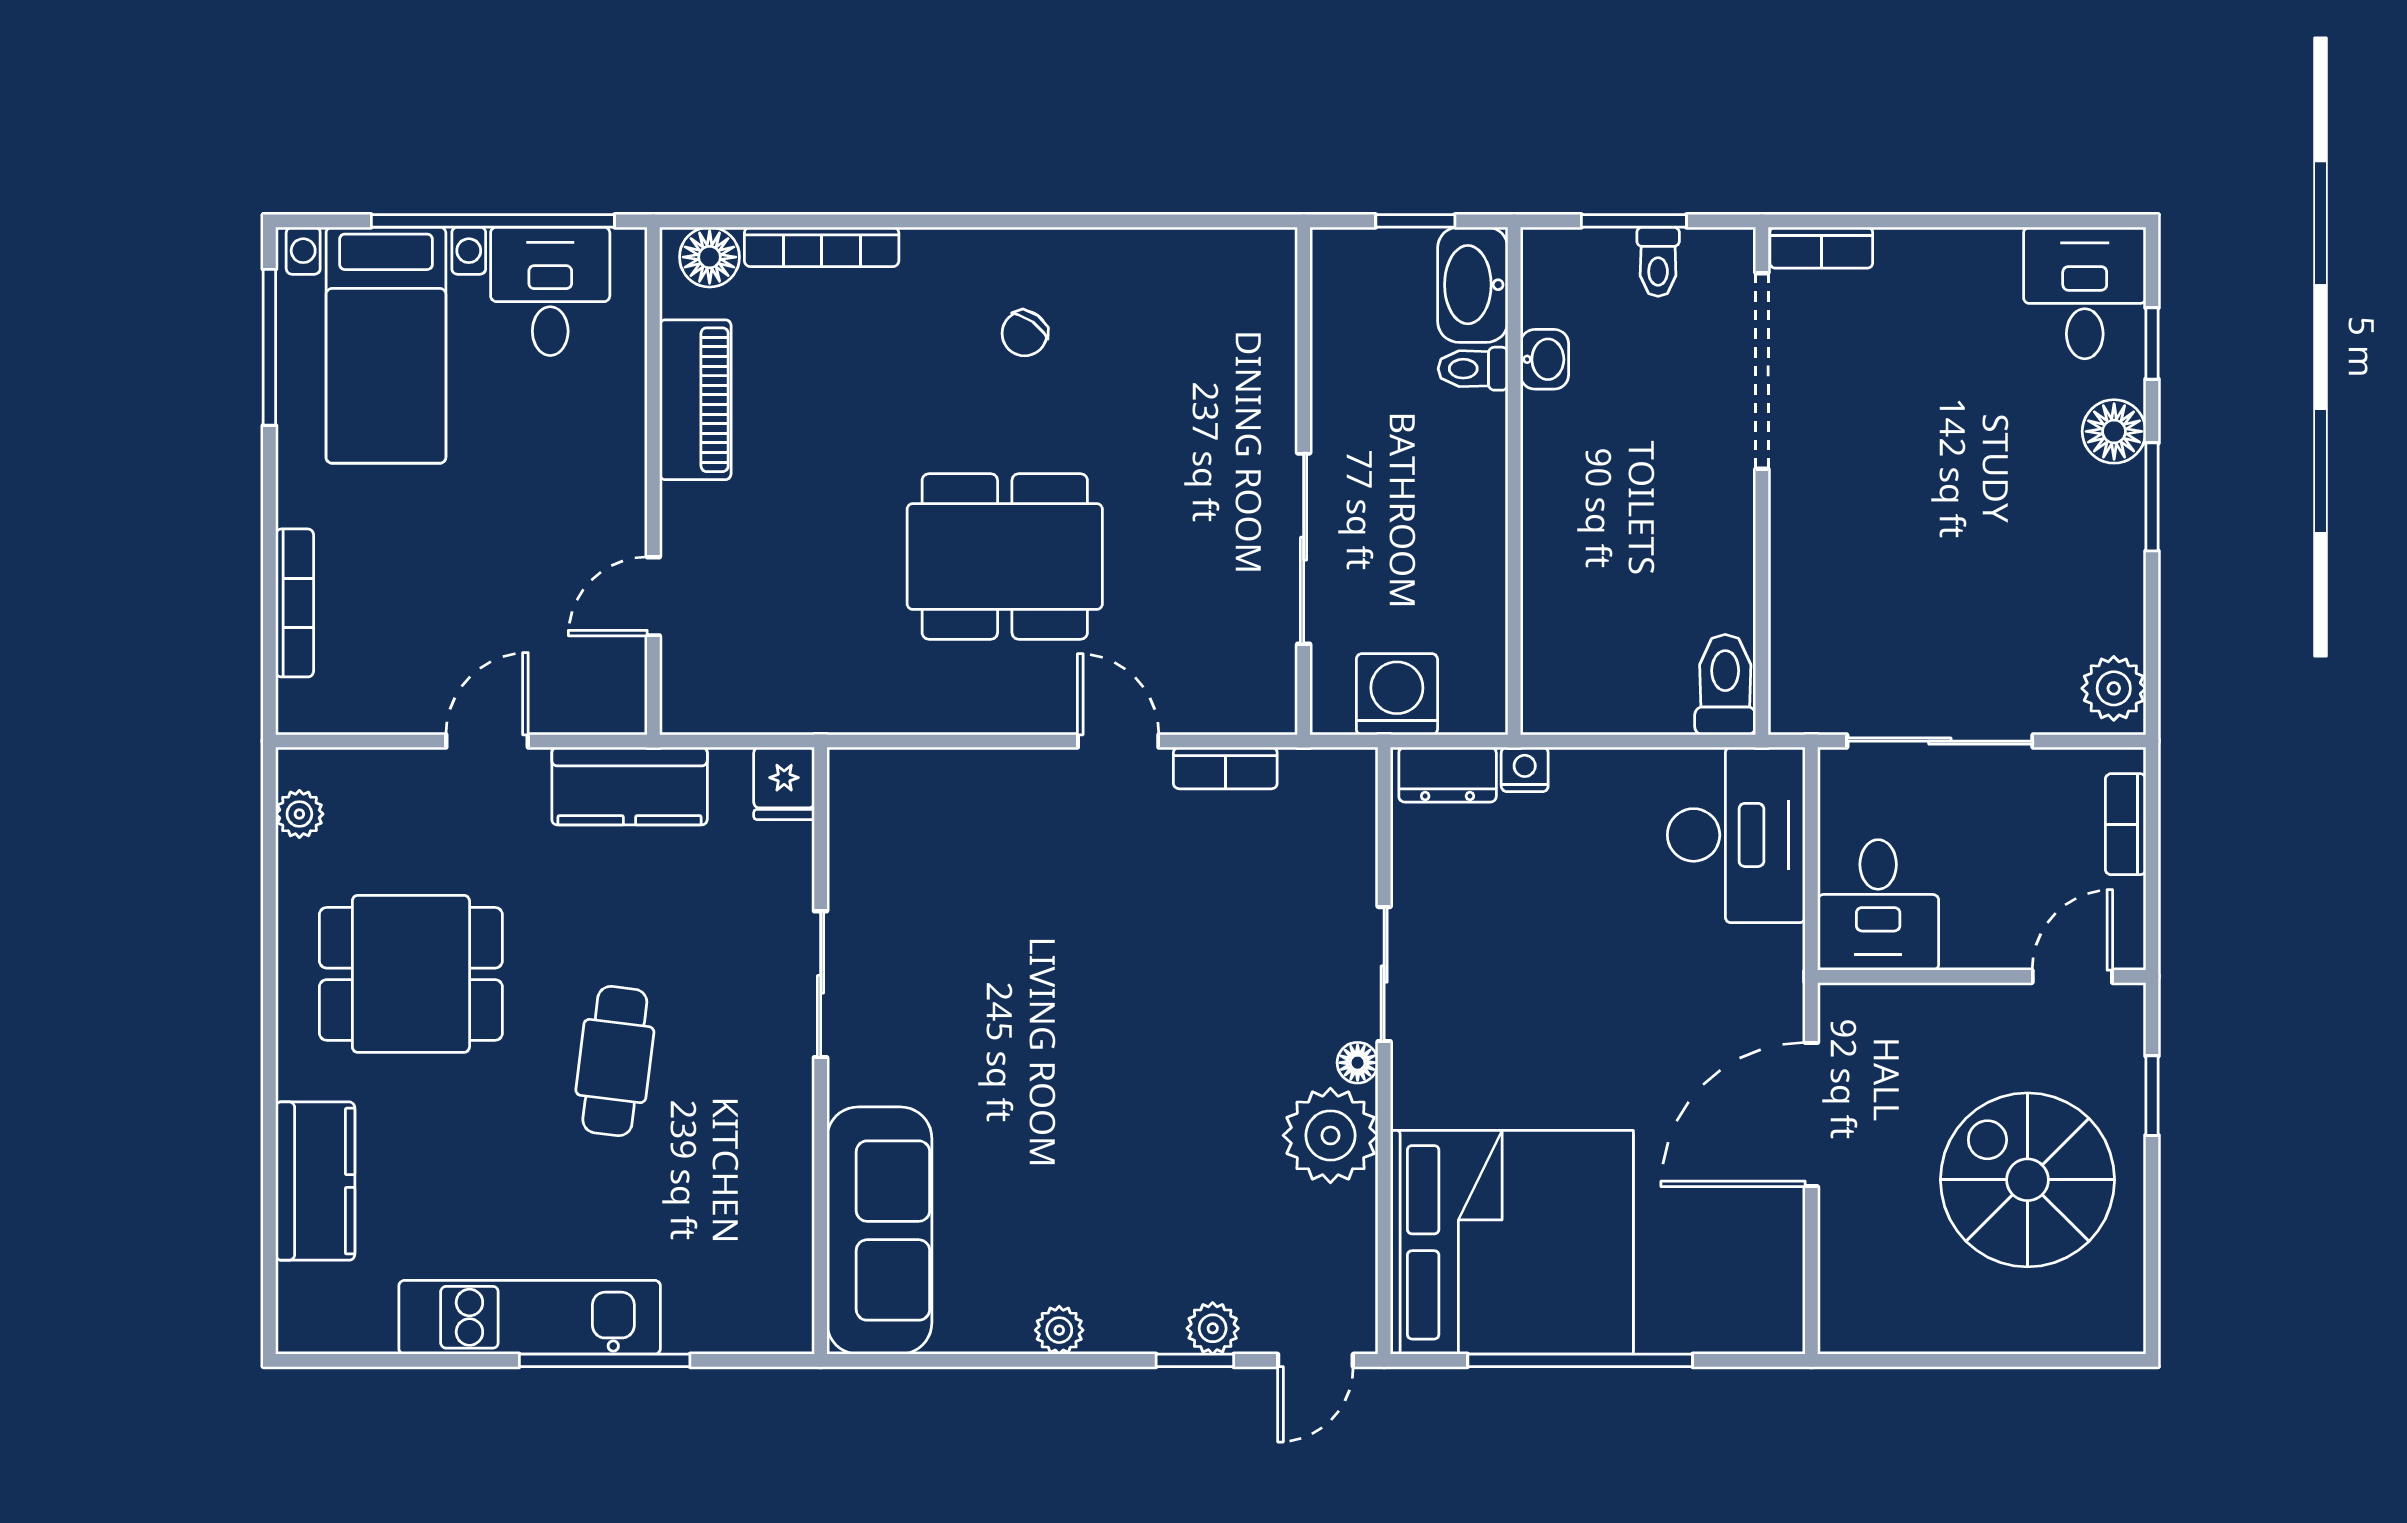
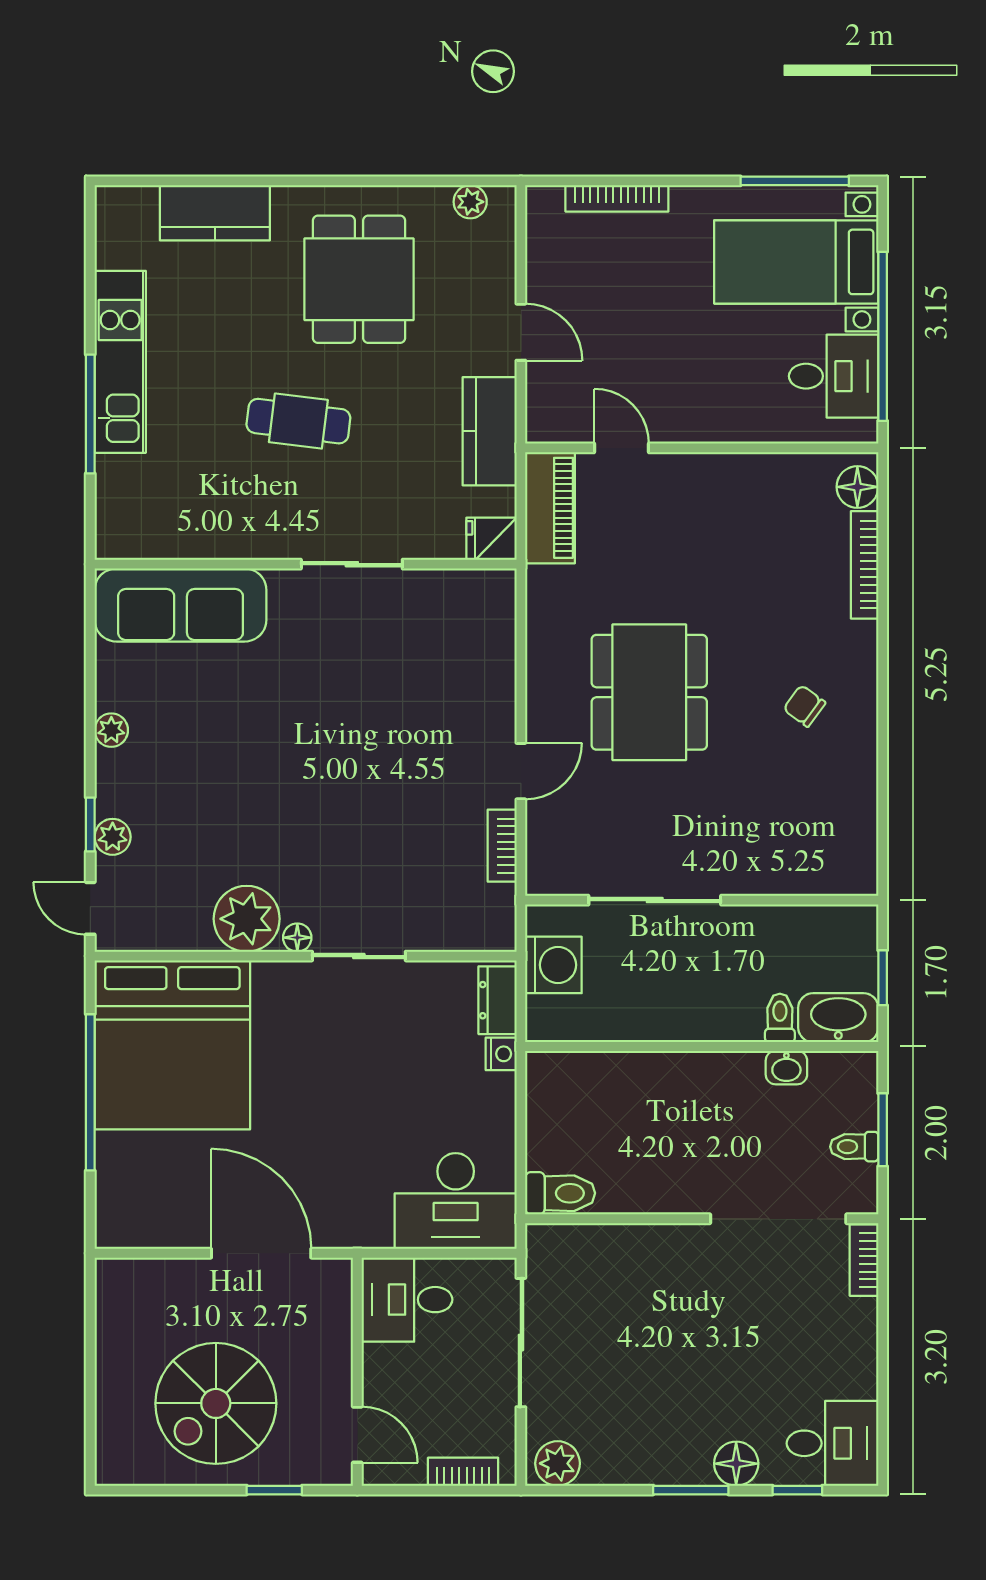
piano: (695, 400) -> (550, 508), moved, turned -90
spiral stairs: (2027, 1180) -> (216, 1403), turned 180

